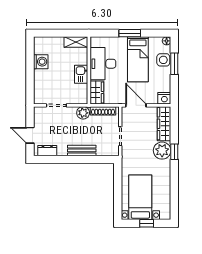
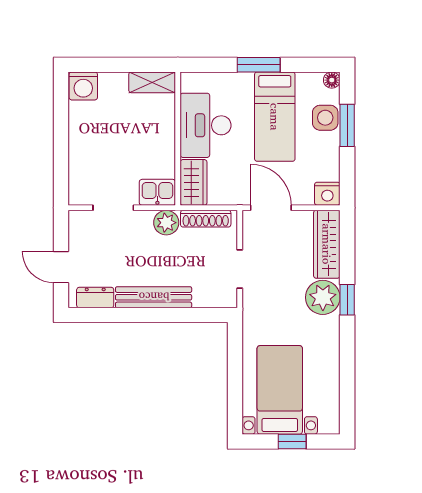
washing machine: (41, 62) -> (83, 86), moved, turned 90
kitchen sink: (81, 74) -> (157, 192), moved, turned 90
bench: (82, 150) -> (154, 297), width x1.36

